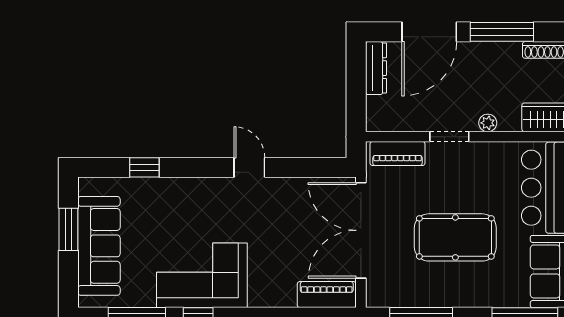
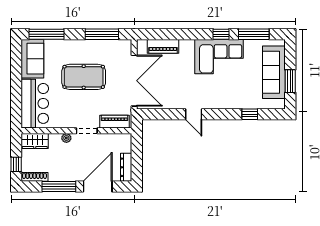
piano: (327, 295) -> (163, 46), moved

